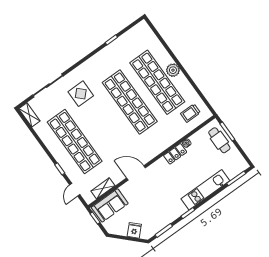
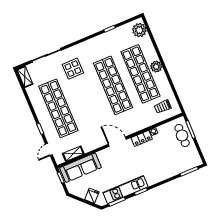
plant: (145, 34) -> (139, 30), added
door: (136, 173) -> (117, 142), moved
kitchen unit: (205, 190) -> (125, 190), moved
sofa: (110, 205) -> (81, 168), width x1.36

